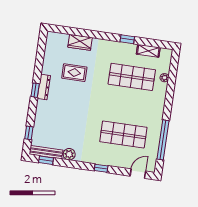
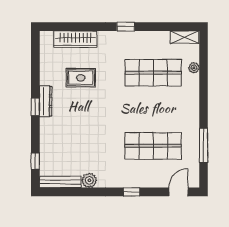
window: (127, 39) -> (126, 27), moved
wardrobe: (80, 42) -> (75, 39), width x1.50
shelving: (148, 51) -> (184, 37), moved
window: (163, 140) -> (204, 145), width x0.68
window: (46, 160) -> (62, 192), removed

